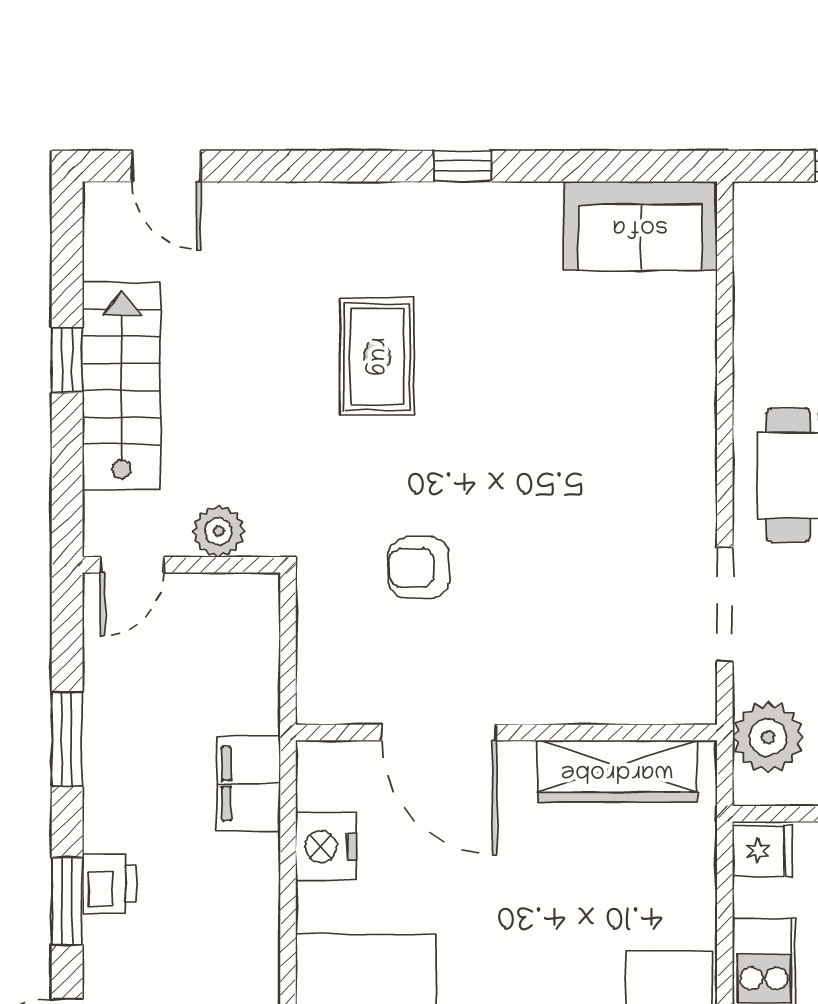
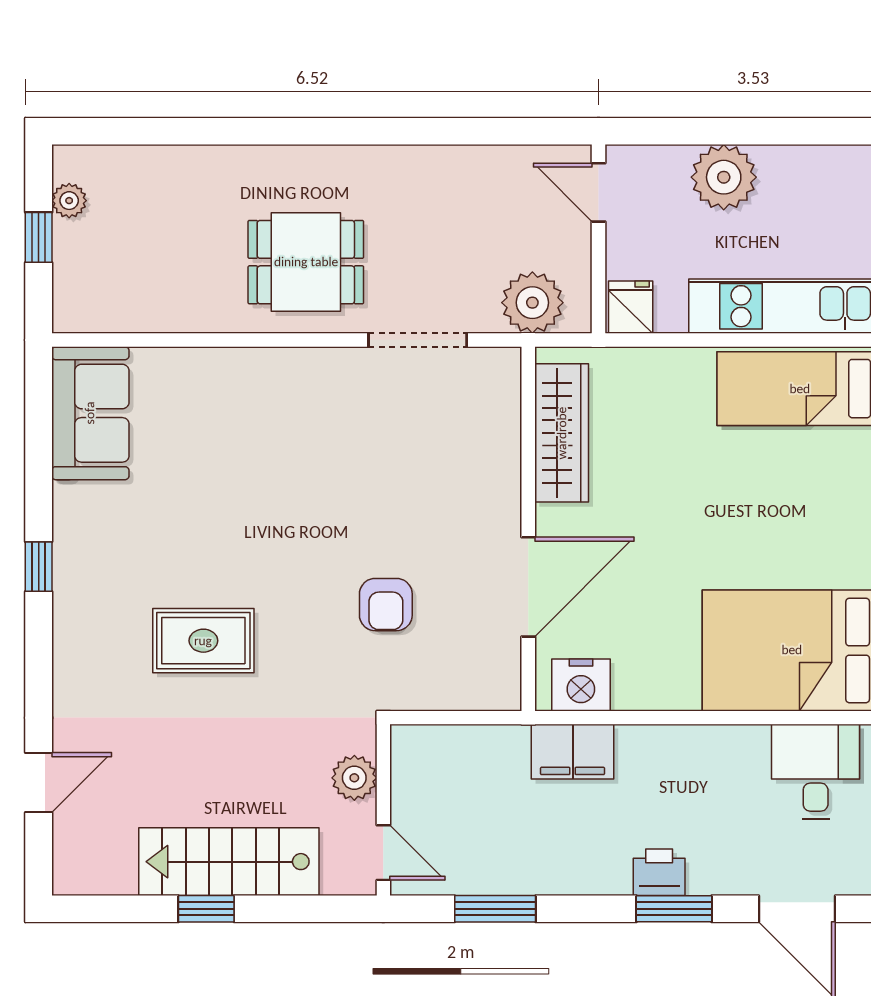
door: (166, 166) -> (39, 783), moved
window: (67, 739) -> (495, 909), moved
nightstand: (326, 847) -> (581, 685), moved

